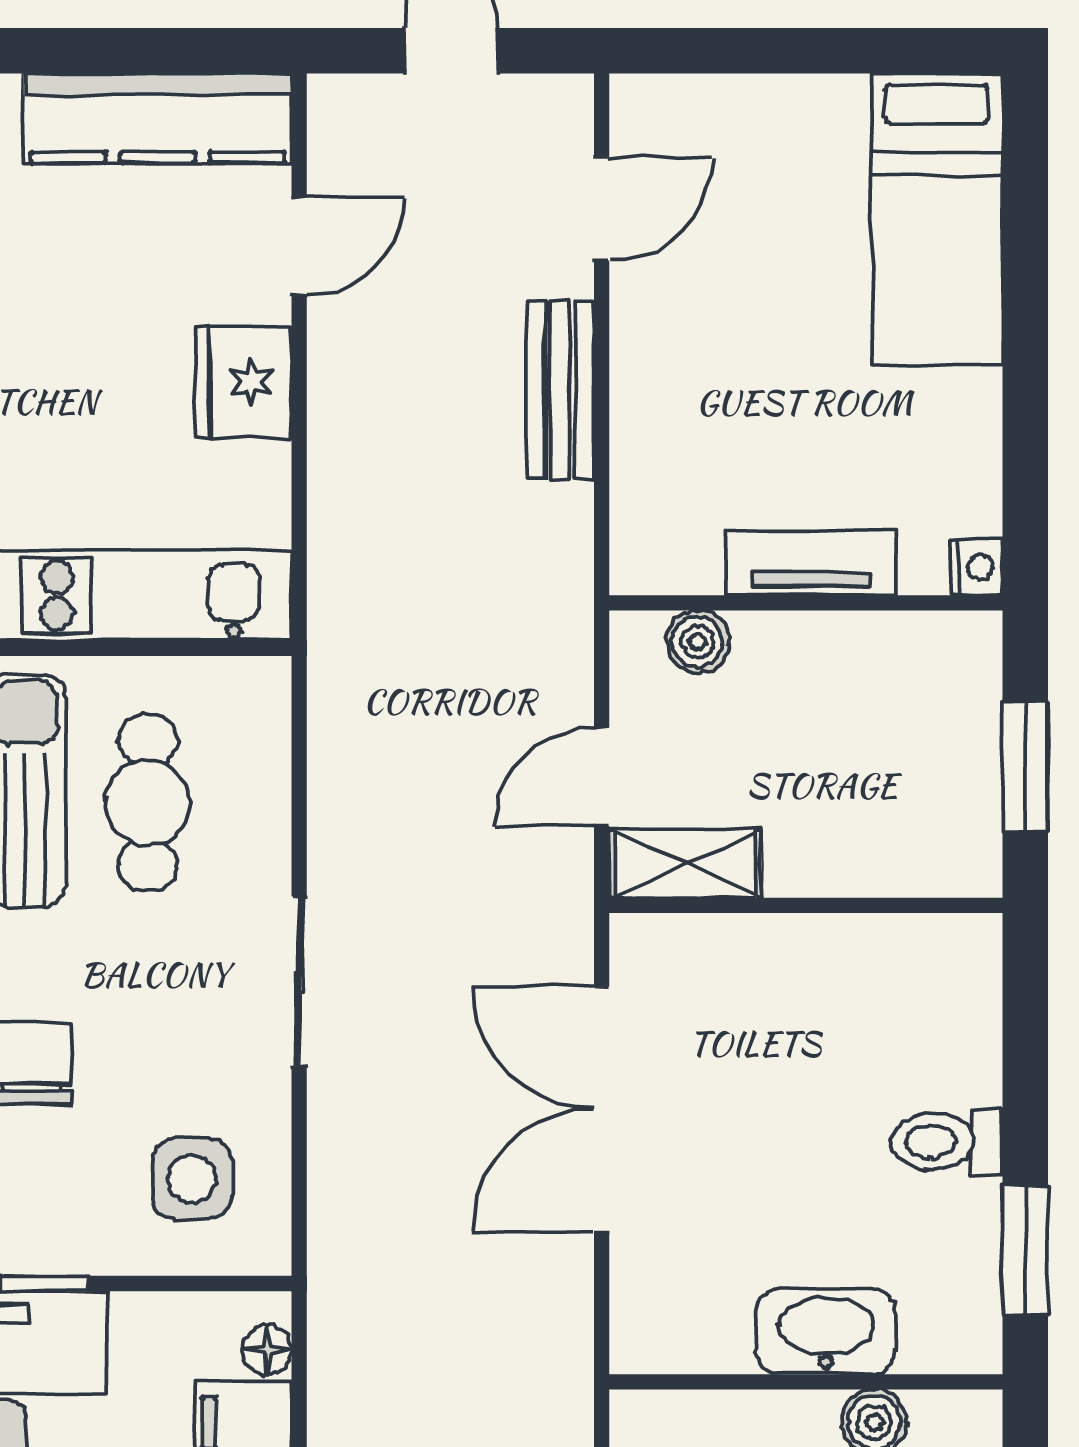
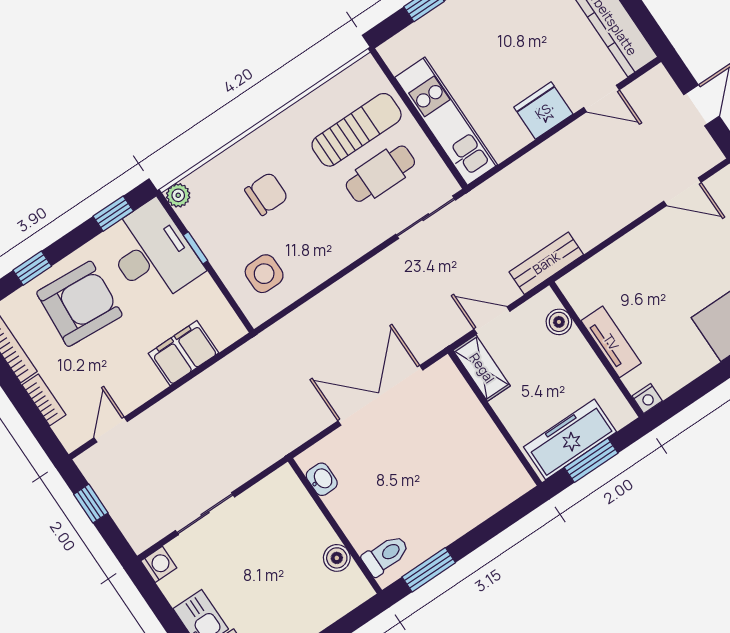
bench: (560, 389) -> (546, 263), moved
freezer: (953, 781) -> (570, 439), added
sliding door: (299, 981) -> (426, 217), moved
toilet: (947, 1142) -> (386, 555), moved, turned 90
washbasin: (826, 1331) -> (322, 479), moved, width x0.52, depth x0.69
floor lamp: (267, 1350) -> (224, 338), removed

